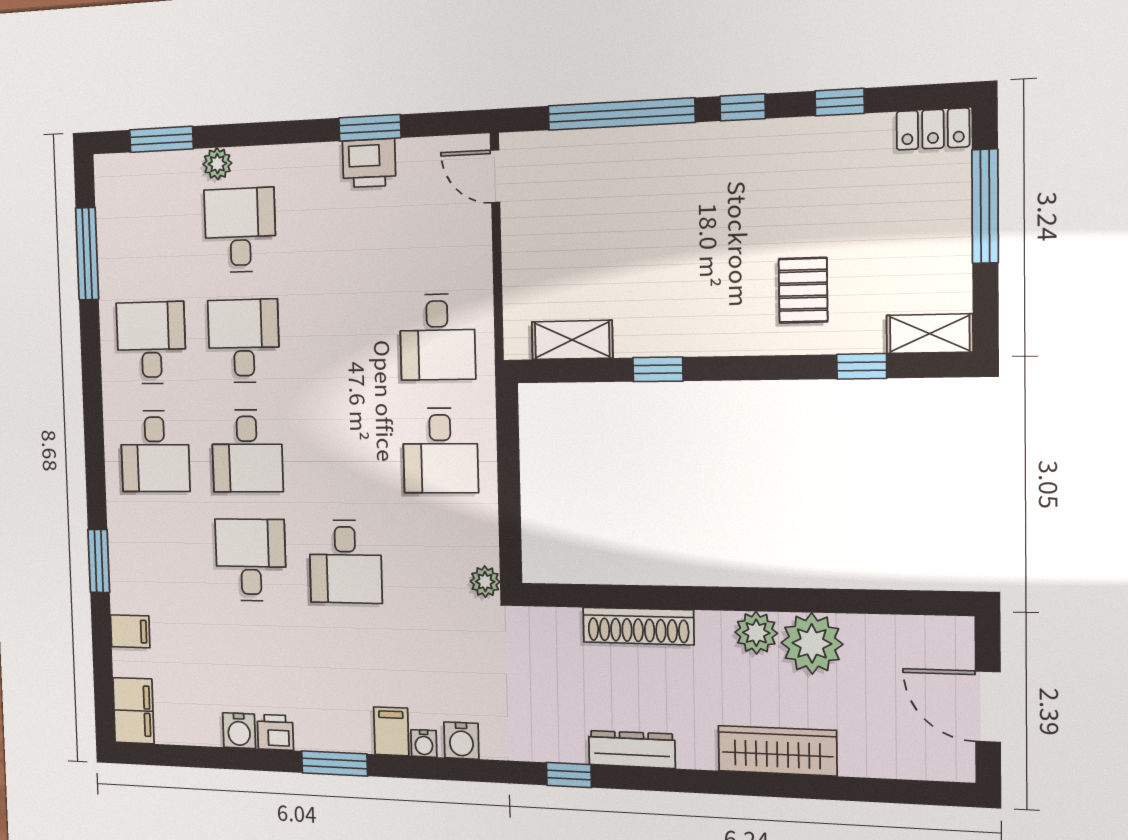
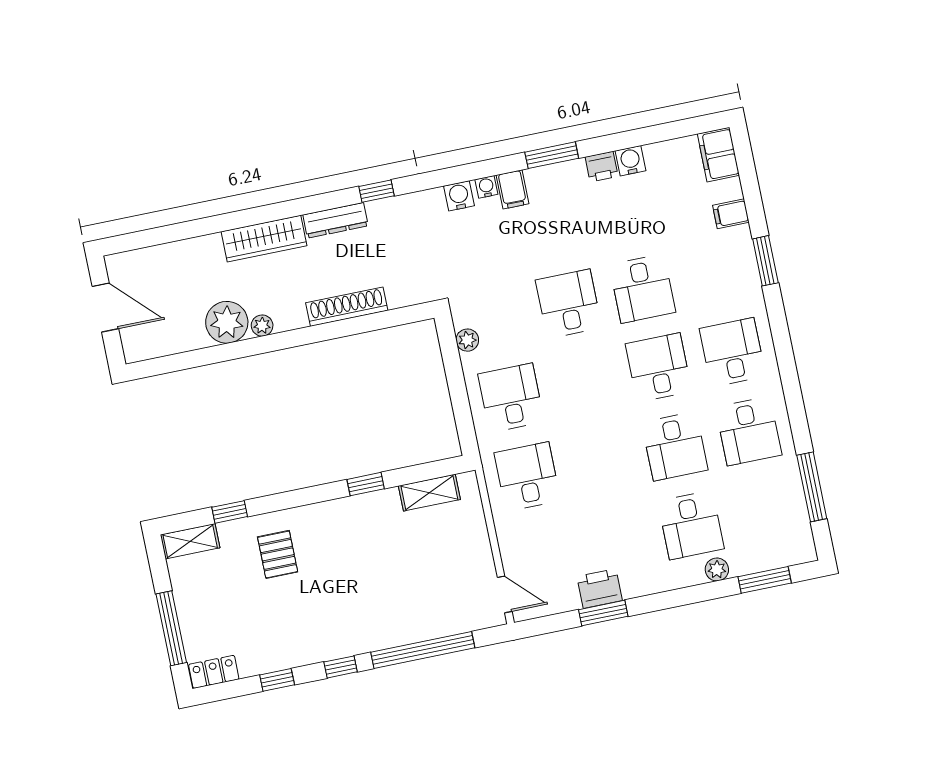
plant: (485, 582) -> (467, 340), moved
plant: (756, 633) -> (262, 326), width x0.73, depth x0.73
wardrobe: (777, 751) -> (264, 239), moved

